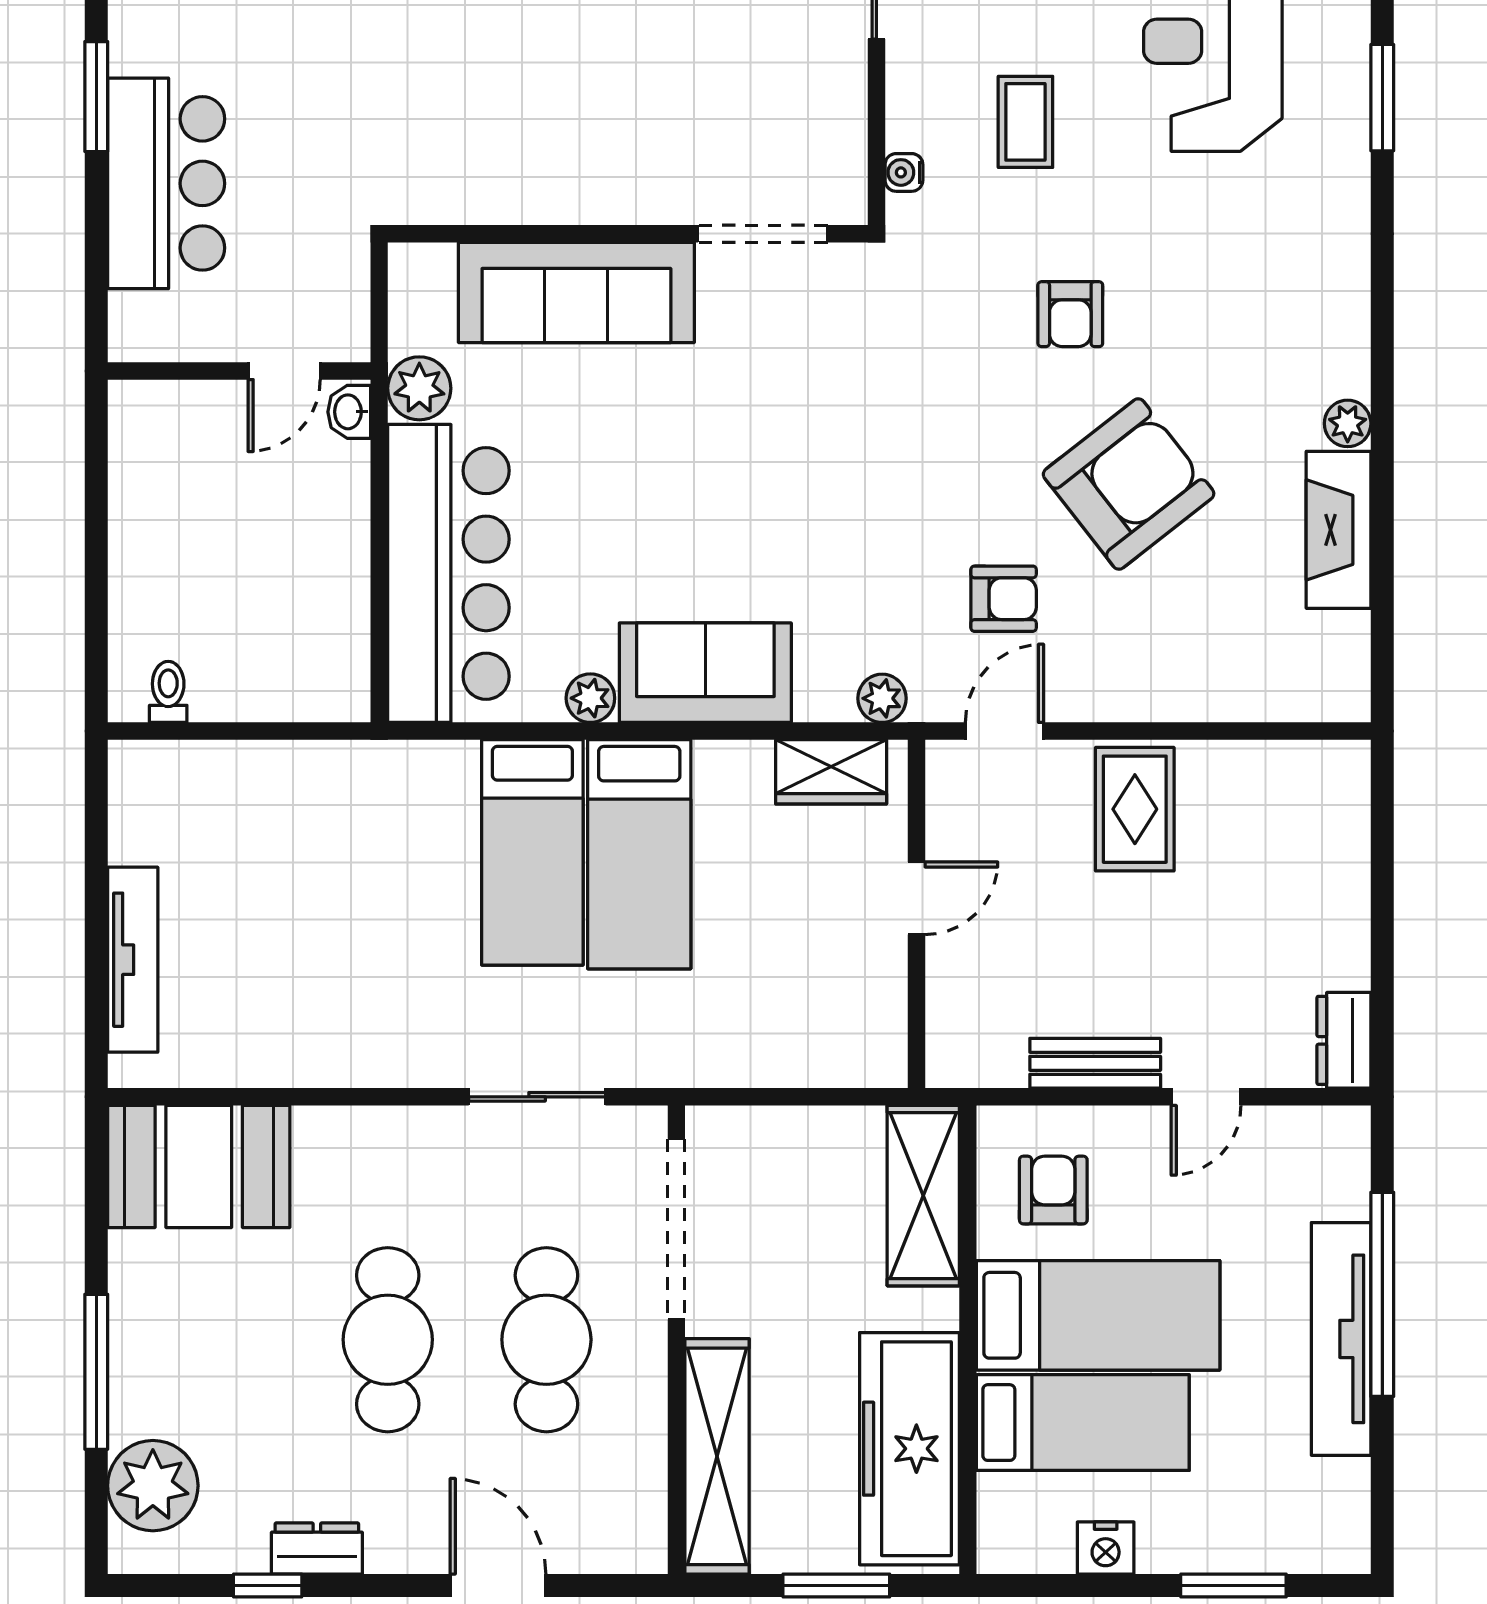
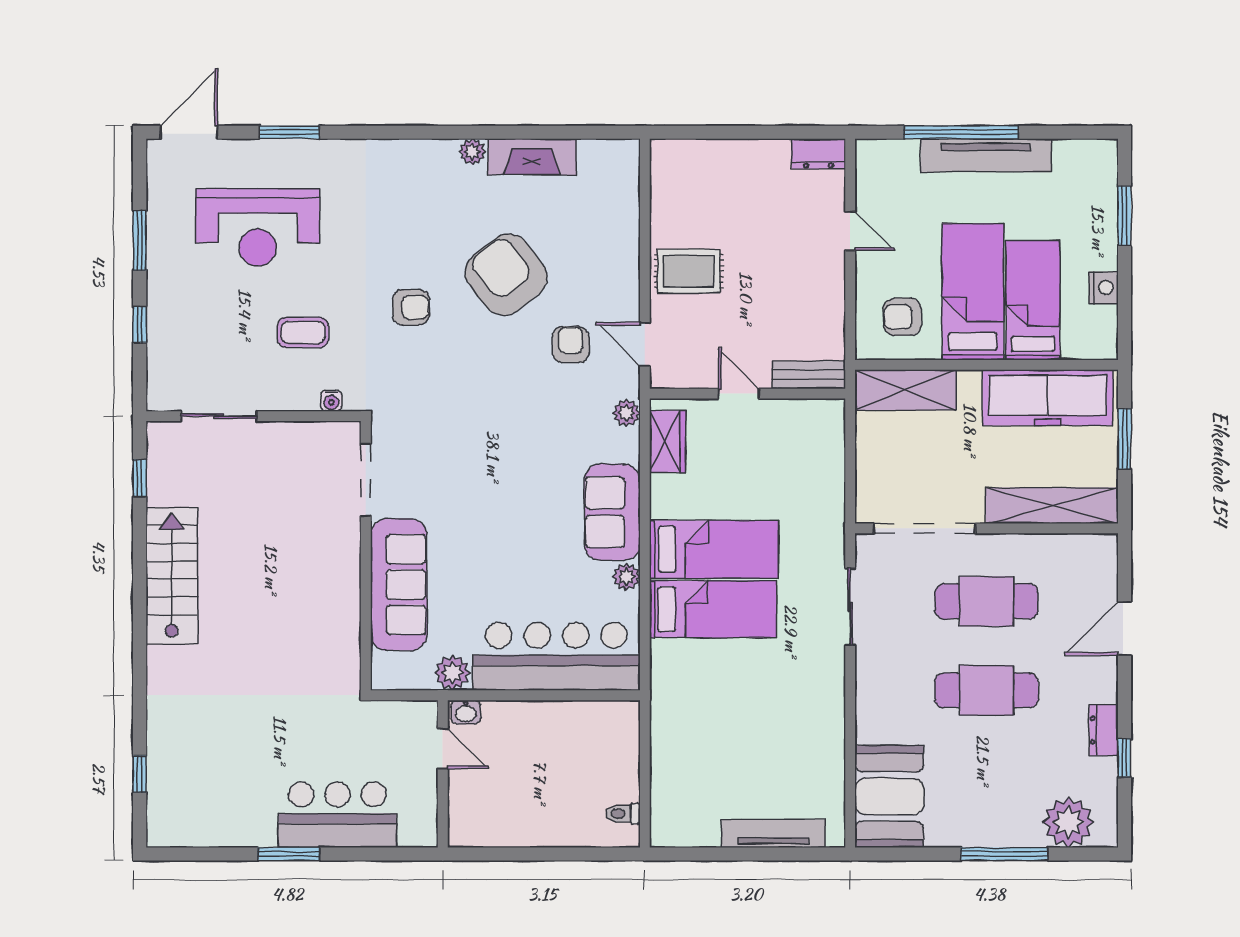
bench: (1095, 1063) -> (809, 375), moved, turned 90

